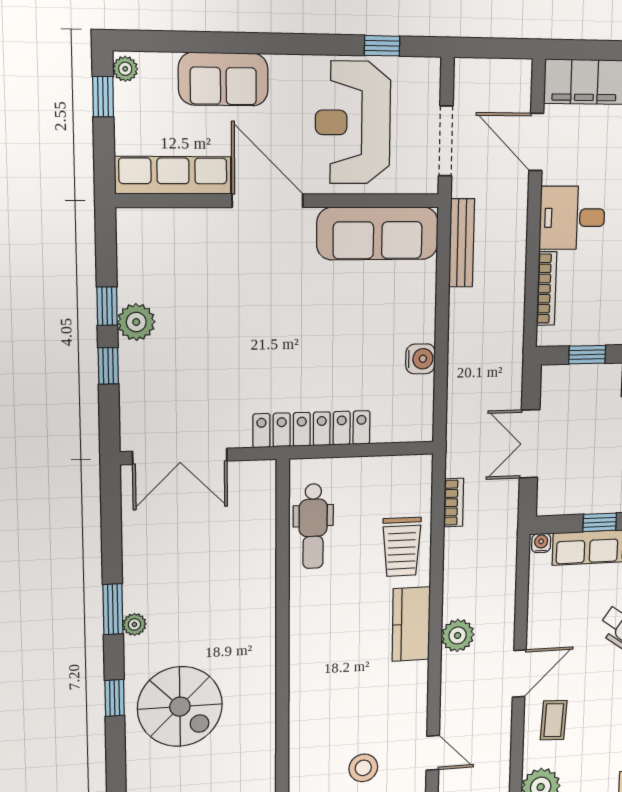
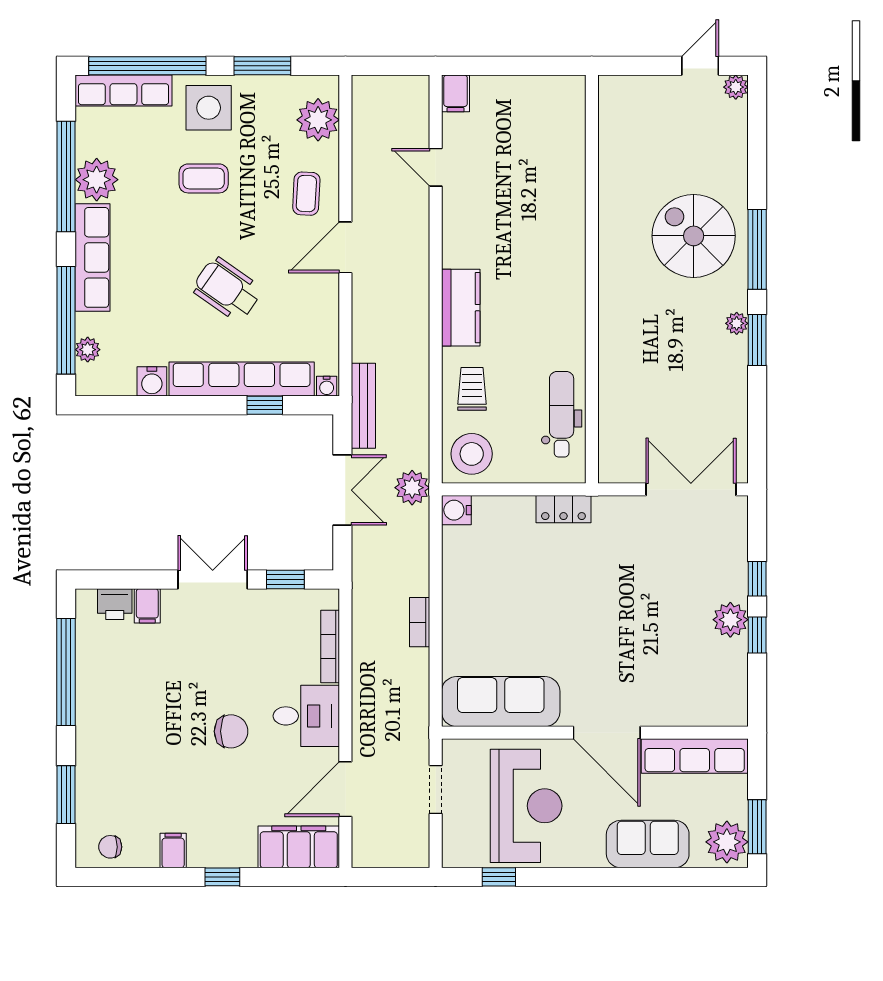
plant: (125, 69) -> (727, 842), width x1.88, depth x1.88
window: (103, 97) -> (757, 827), width x1.50
doorway: (446, 141) -> (436, 789), width x0.73
door: (536, 142) -> (345, 789), swing flipped
bench: (462, 243) -> (363, 406), moved
water cooler: (421, 359) -> (456, 510), moved
locker: (312, 429) -> (563, 509), width x0.46, depth x0.83
bookcase: (454, 503) -> (420, 622), moved
trolley: (402, 547) -> (472, 389), width x0.73, depth x0.72
plant: (458, 635) -> (412, 488), moved
window: (115, 698) -> (757, 249), width x2.17
stool: (363, 768) -> (472, 454), moved, width x1.38, depth x1.38

